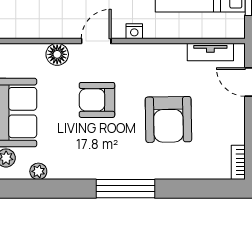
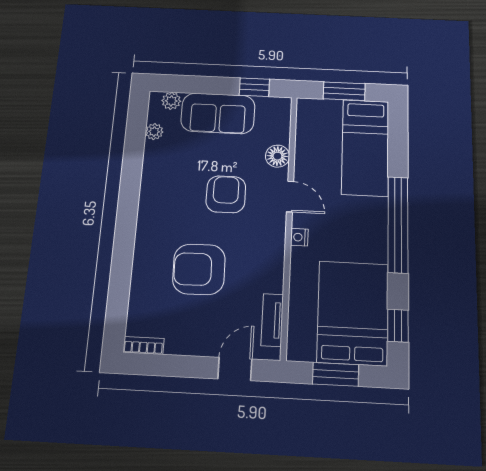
window: (125, 189) -> (127, 219), removed

